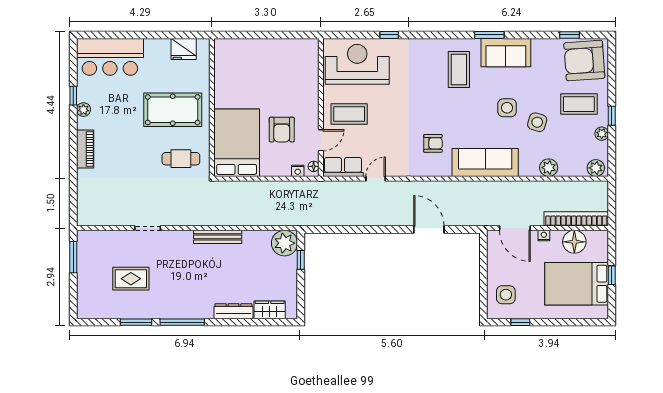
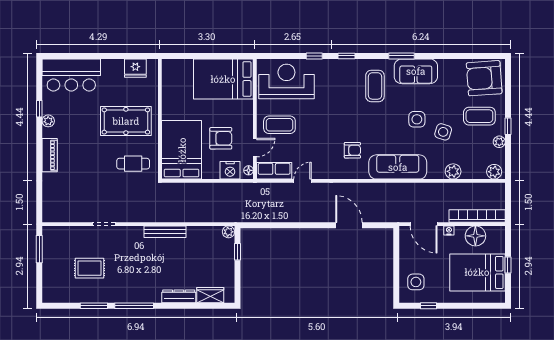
window: (569, 35) -> (347, 56), moved
bed: (285, 61) -> (223, 79), added
armchair: (282, 130) -> (221, 138), turned -90
nightstand: (298, 171) -> (230, 170), width x1.89, depth x1.79
plant: (285, 243) -> (228, 232), width x0.53, depth x0.53

